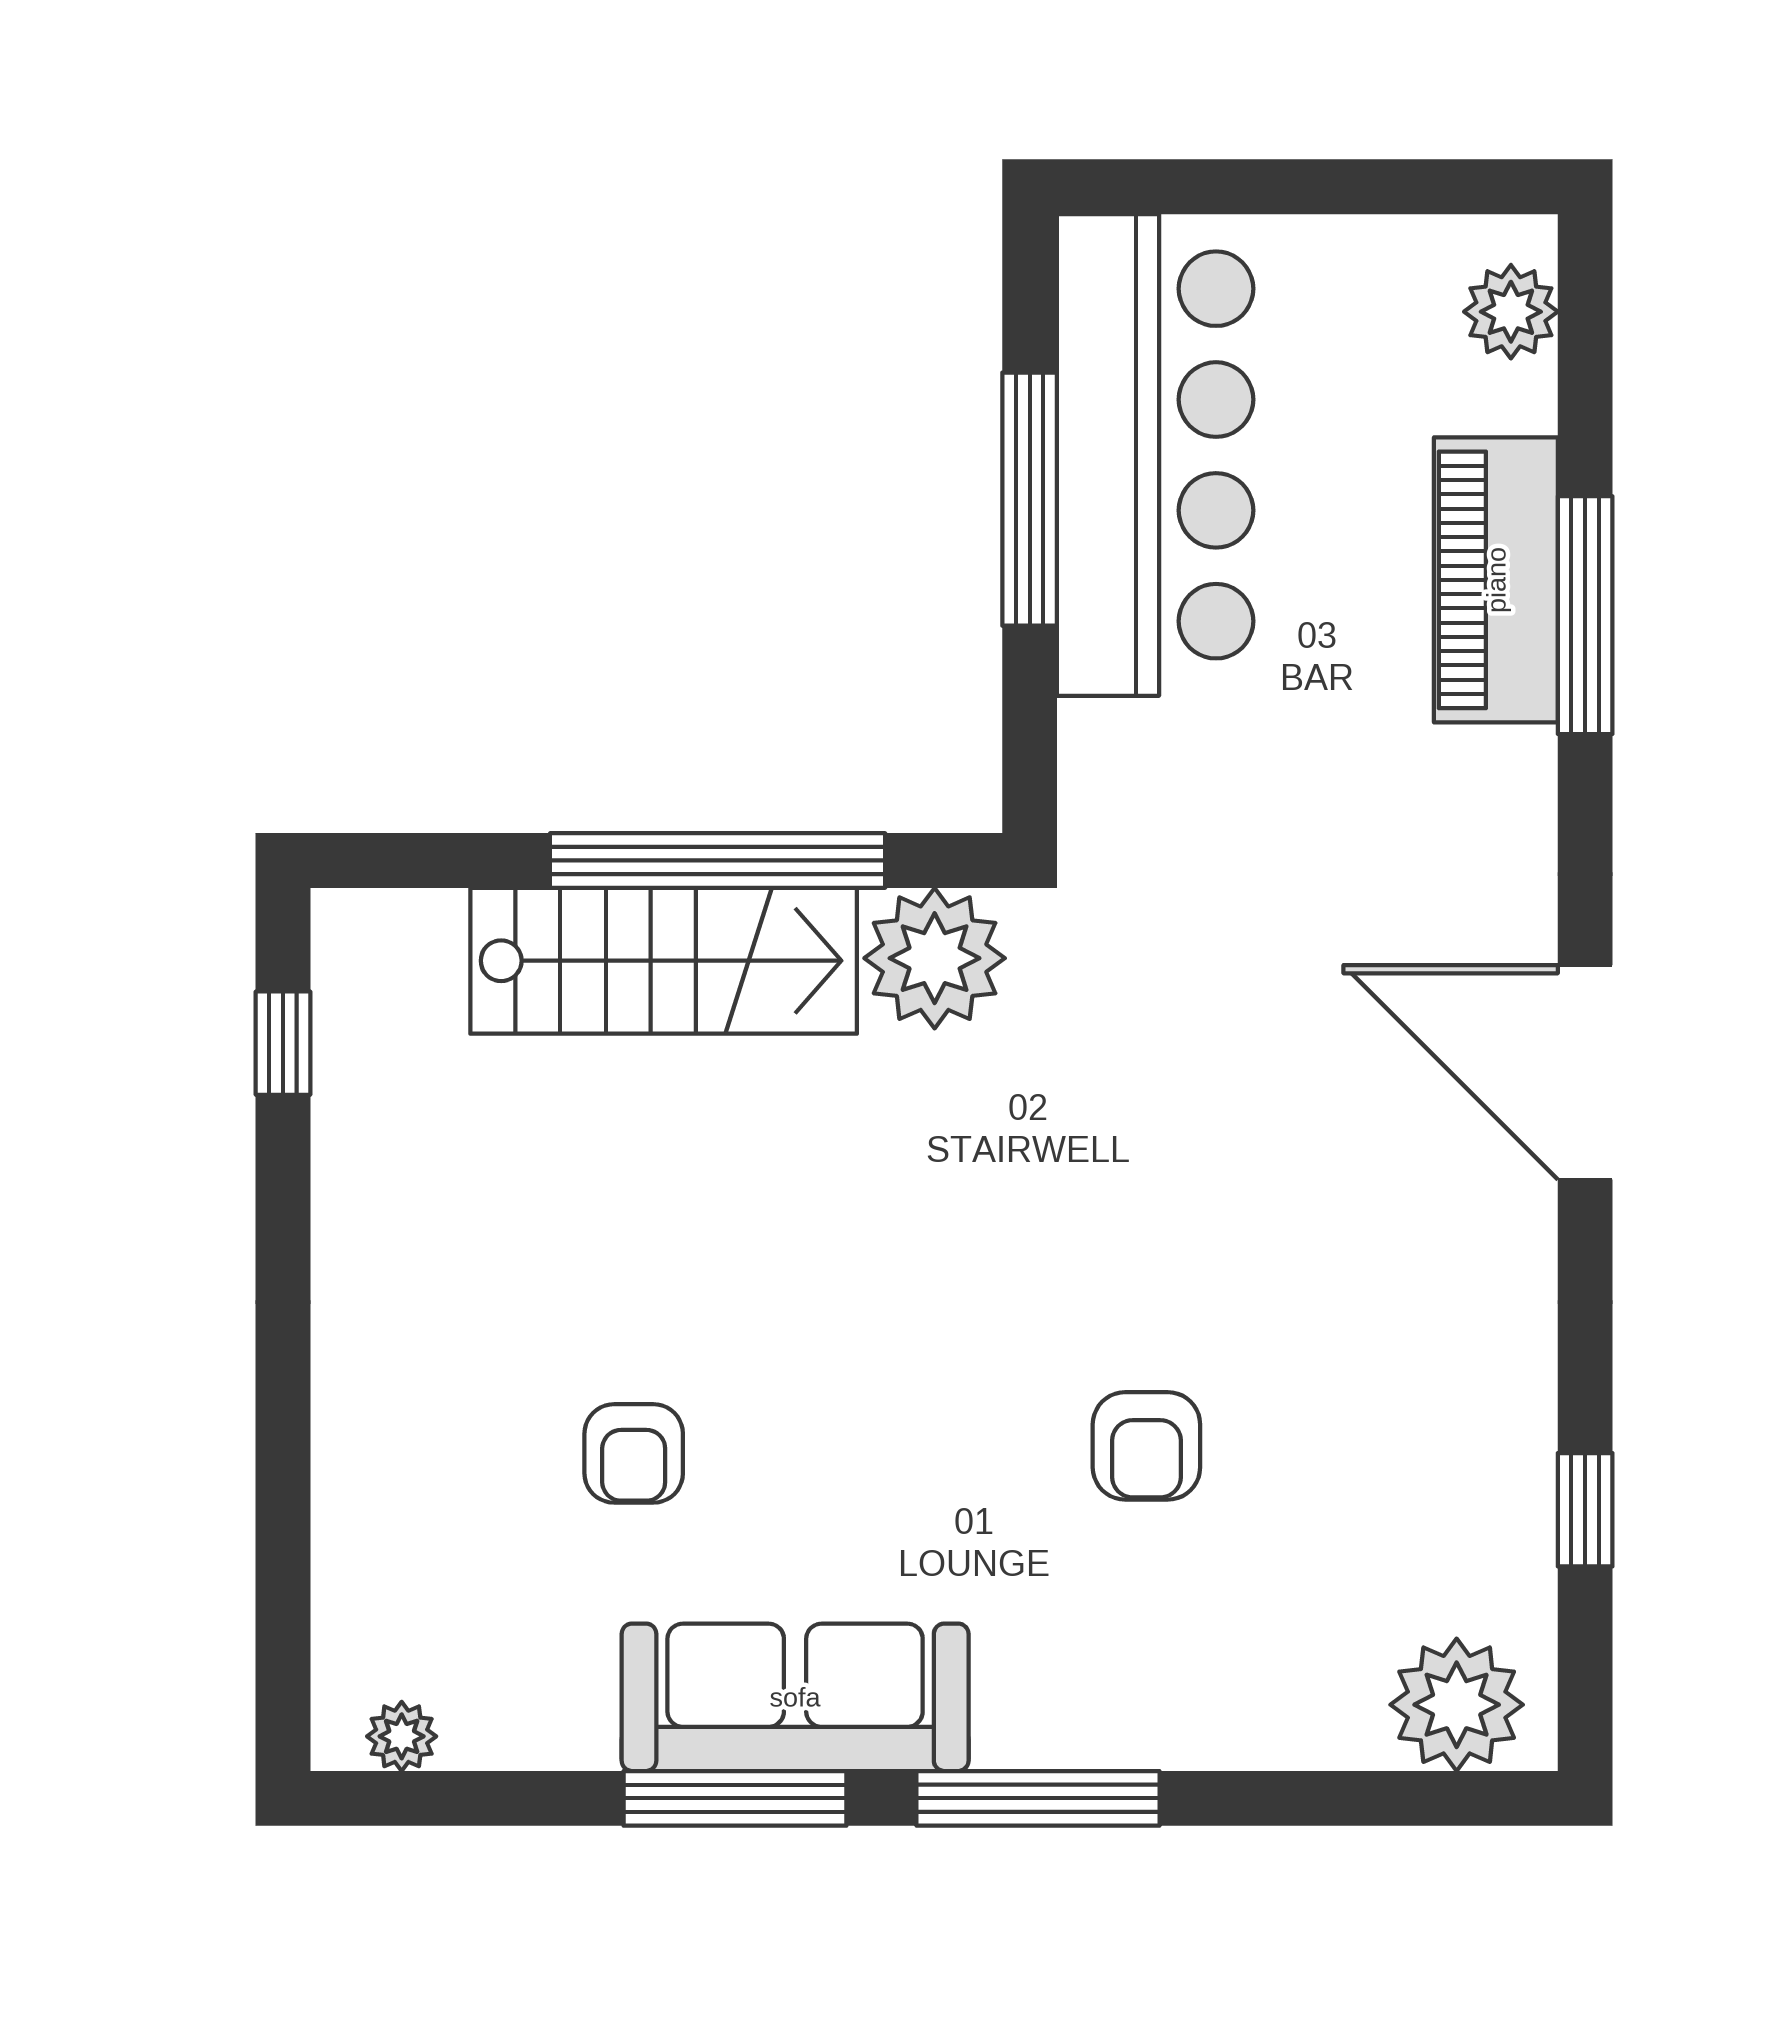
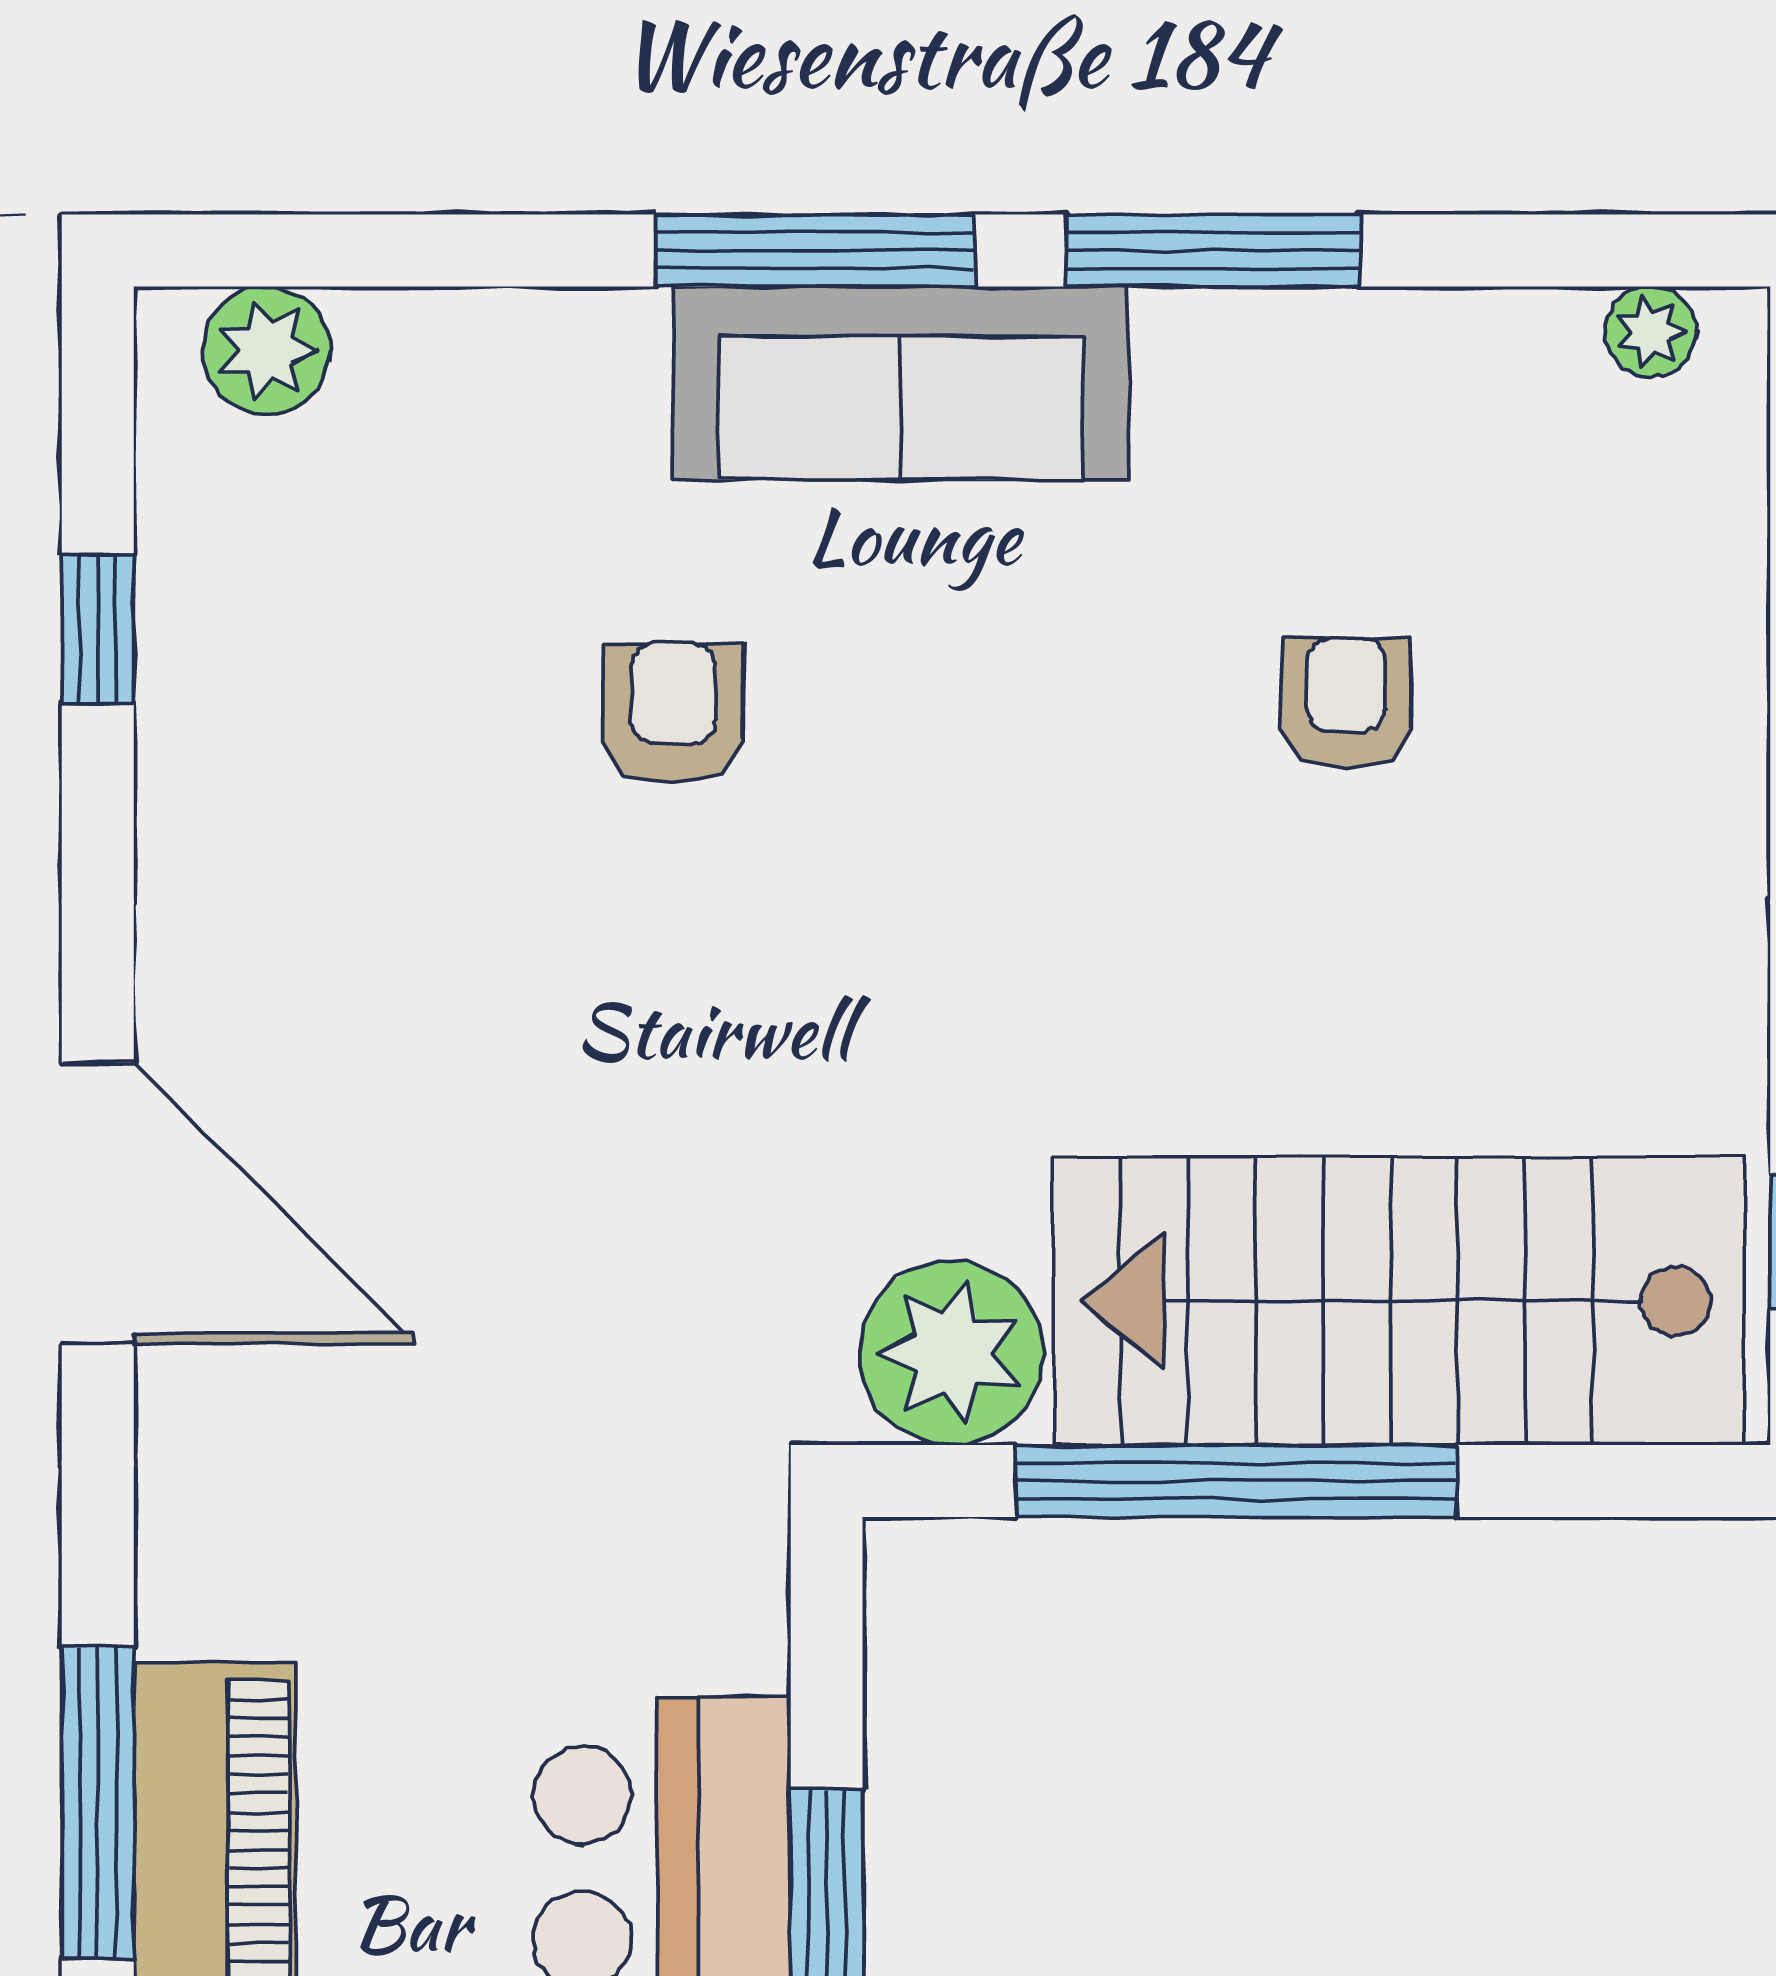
stairs: (664, 961) -> (1399, 1301), width x1.36, depth x1.51
sofa: (795, 1697) -> (901, 383), moved
plant: (1457, 1705) -> (266, 350), width x0.73, depth x0.73

